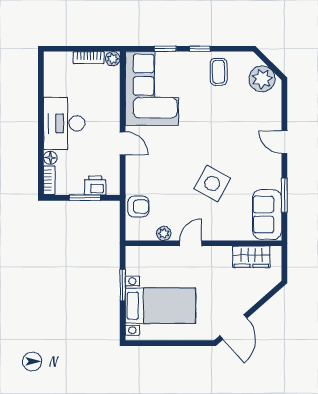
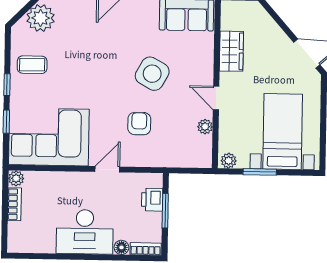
armchair: (138, 207) -> (139, 124), moved
plant: (133, 256) -> (229, 161), added
wardrobe: (252, 257) -> (231, 51), moved

